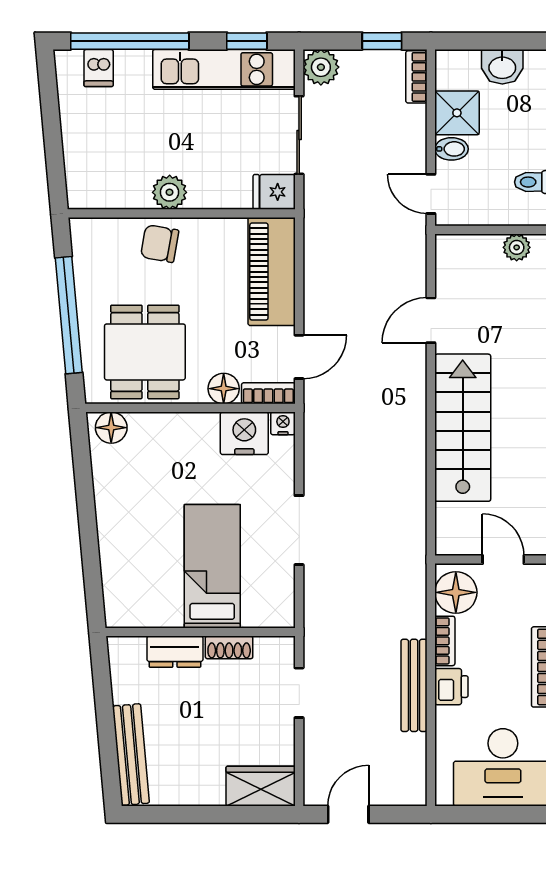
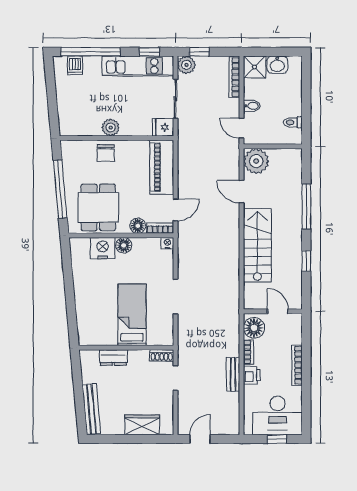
window: (382, 41) -> (199, 52), moved
bookcase: (416, 77) -> (234, 77), width x1.56
shower: (457, 113) -> (255, 67), moved
chair: (160, 244) -> (106, 153), turned -100
plant: (517, 247) -> (256, 161), moved, width x1.87, depth x1.87
door: (431, 320) -> (242, 192), hinge flipped
floor lamp: (111, 428) -> (124, 245), moved
nightstand: (244, 433) -> (103, 248), moved
shoe rack: (229, 647) -> (162, 355), moved
bench: (414, 685) -> (233, 374), width x0.73
wardrobe: (261, 786) -> (142, 425), moved
window: (502, 814) -> (277, 439), added

